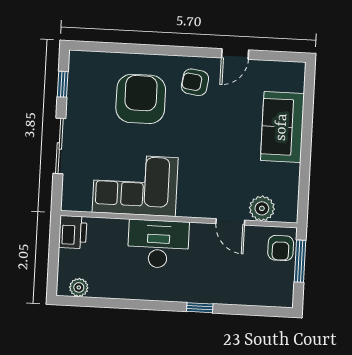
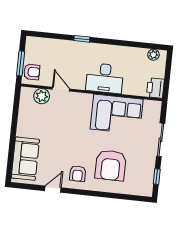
armchair: (195, 82) -> (78, 174), turned 82
sofa: (282, 127) -> (25, 159), moved
armchair: (281, 248) -> (32, 72), turned 90

